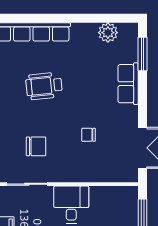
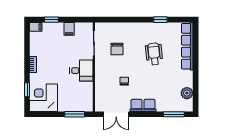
row of seats: (128, 84) -> (143, 105), moved

